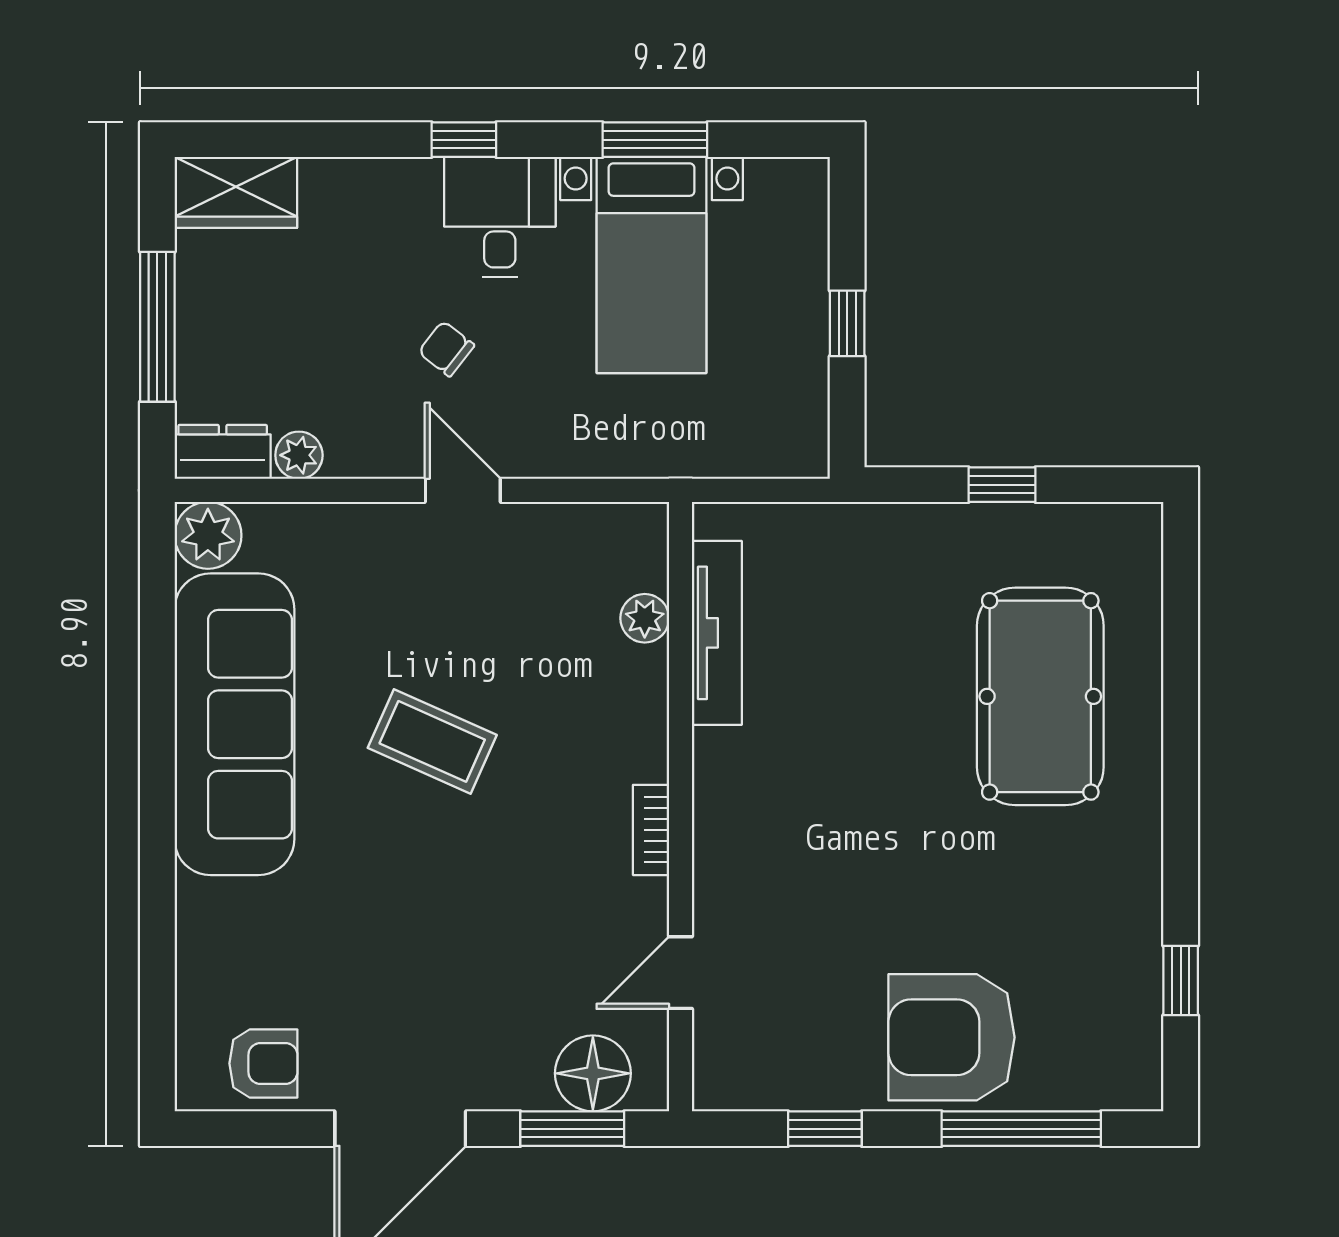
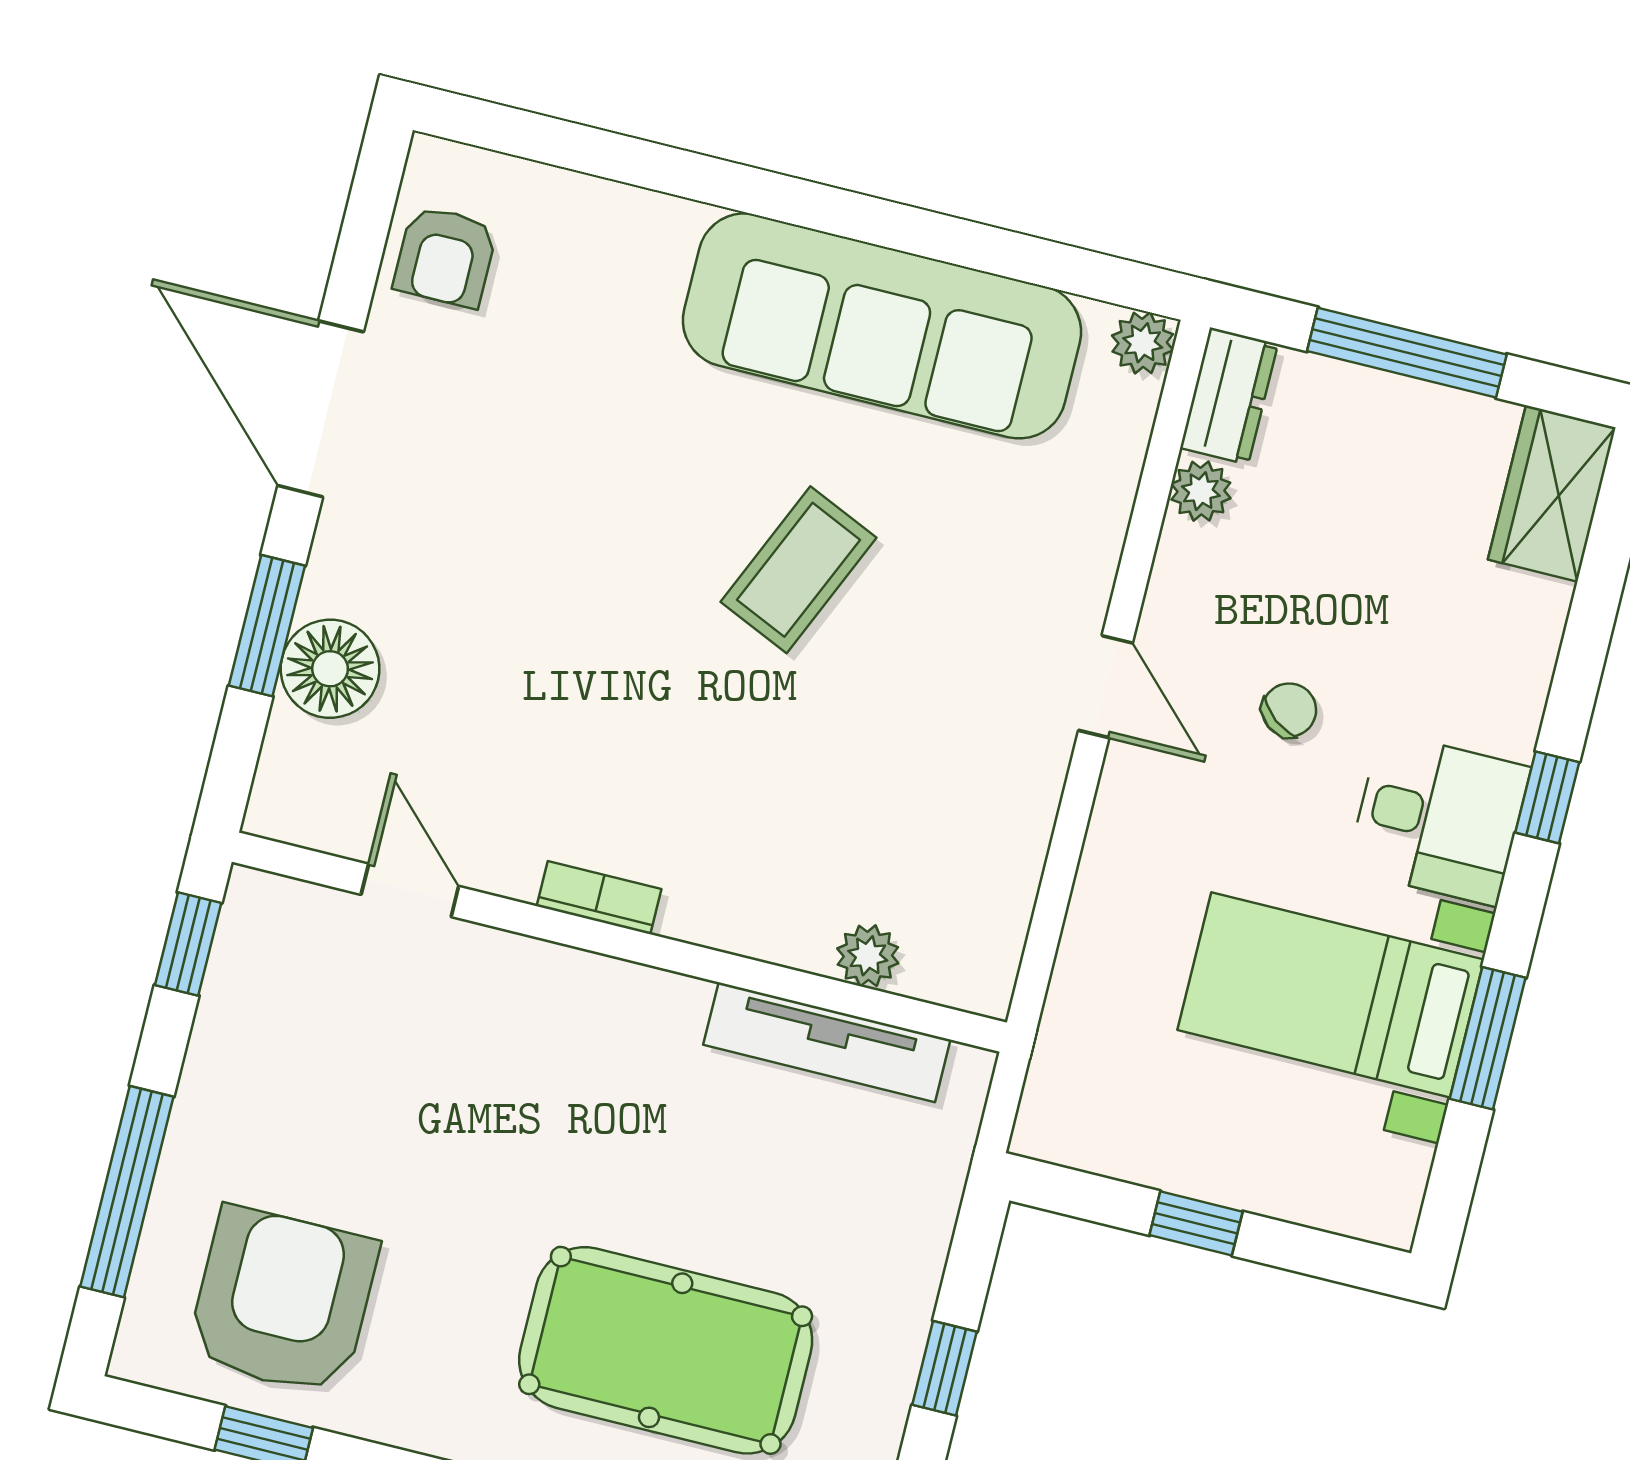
door: (463, 490) -> (1106, 687), hinge flipped
plant: (208, 535) -> (1143, 343), width x0.73, depth x0.73
plant: (645, 618) -> (868, 956), moved
tv unit: (717, 633) -> (827, 1042), moved
wall: (680, 807) -> (619, 942), moved
bookcase: (651, 830) -> (599, 898), moved
door: (680, 973) -> (410, 890), moved
armchair: (952, 1037) -> (283, 1301), moved

